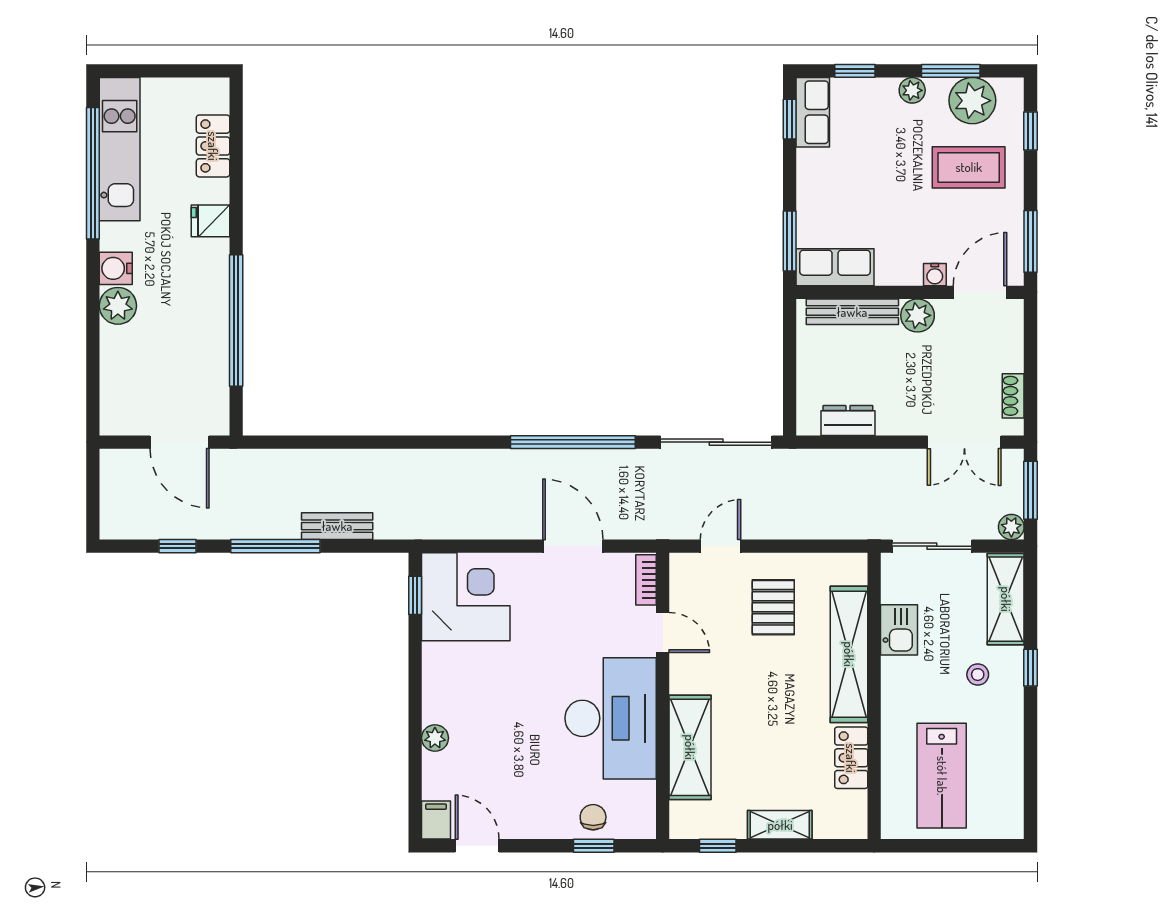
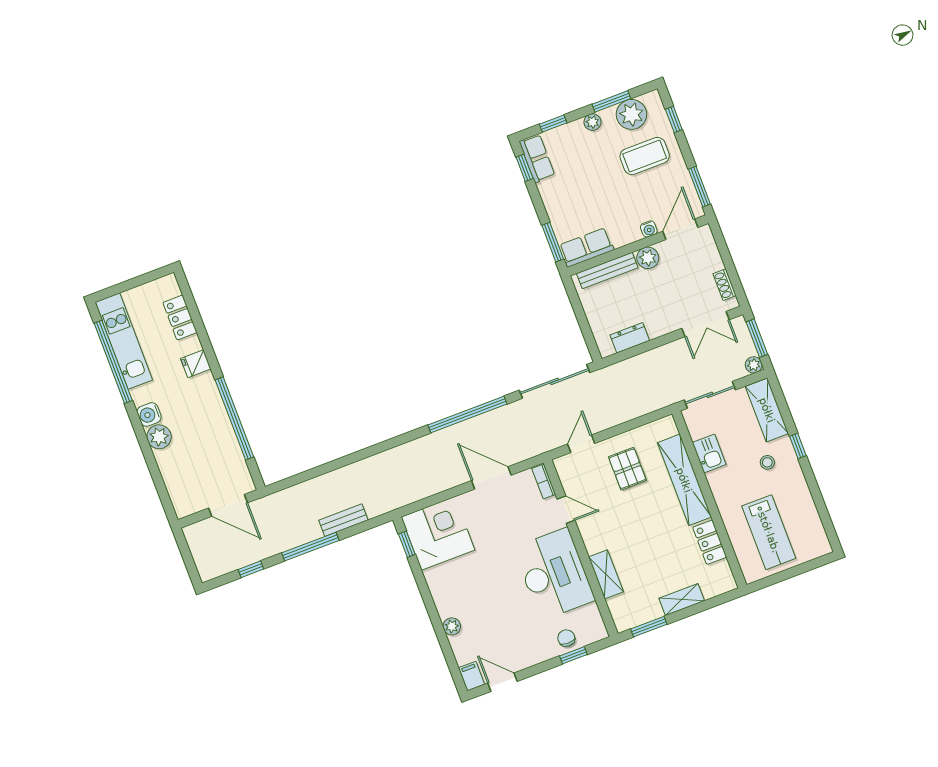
shelving: (690, 747) -> (606, 574), width x0.67, depth x0.75
window: (718, 846) -> (649, 627), width x1.50

